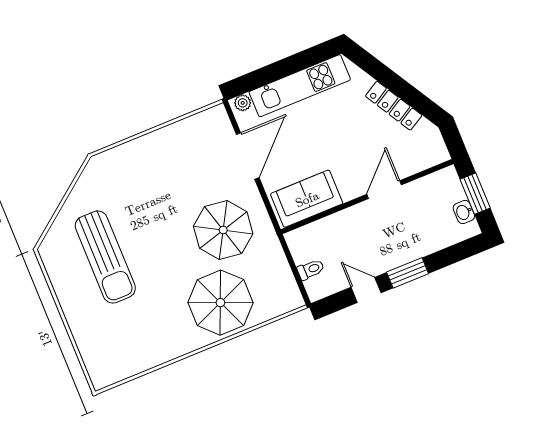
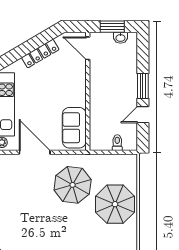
door: (384, 190) -> (88, 48), moved

